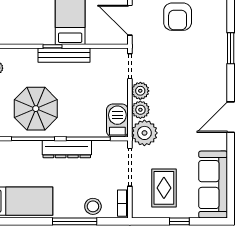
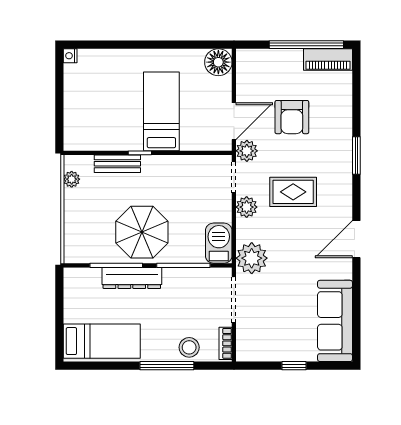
door: (130, 20) -> (234, 121), swing flipped
bench: (64, 55) -> (117, 164), moved, width x0.73
parasol: (36, 109) -> (142, 232), moved
plant: (140, 110) -> (247, 151), moved
dresser: (67, 149) -> (132, 278), moved
rug: (164, 188) -> (293, 192), moved, turned 90

